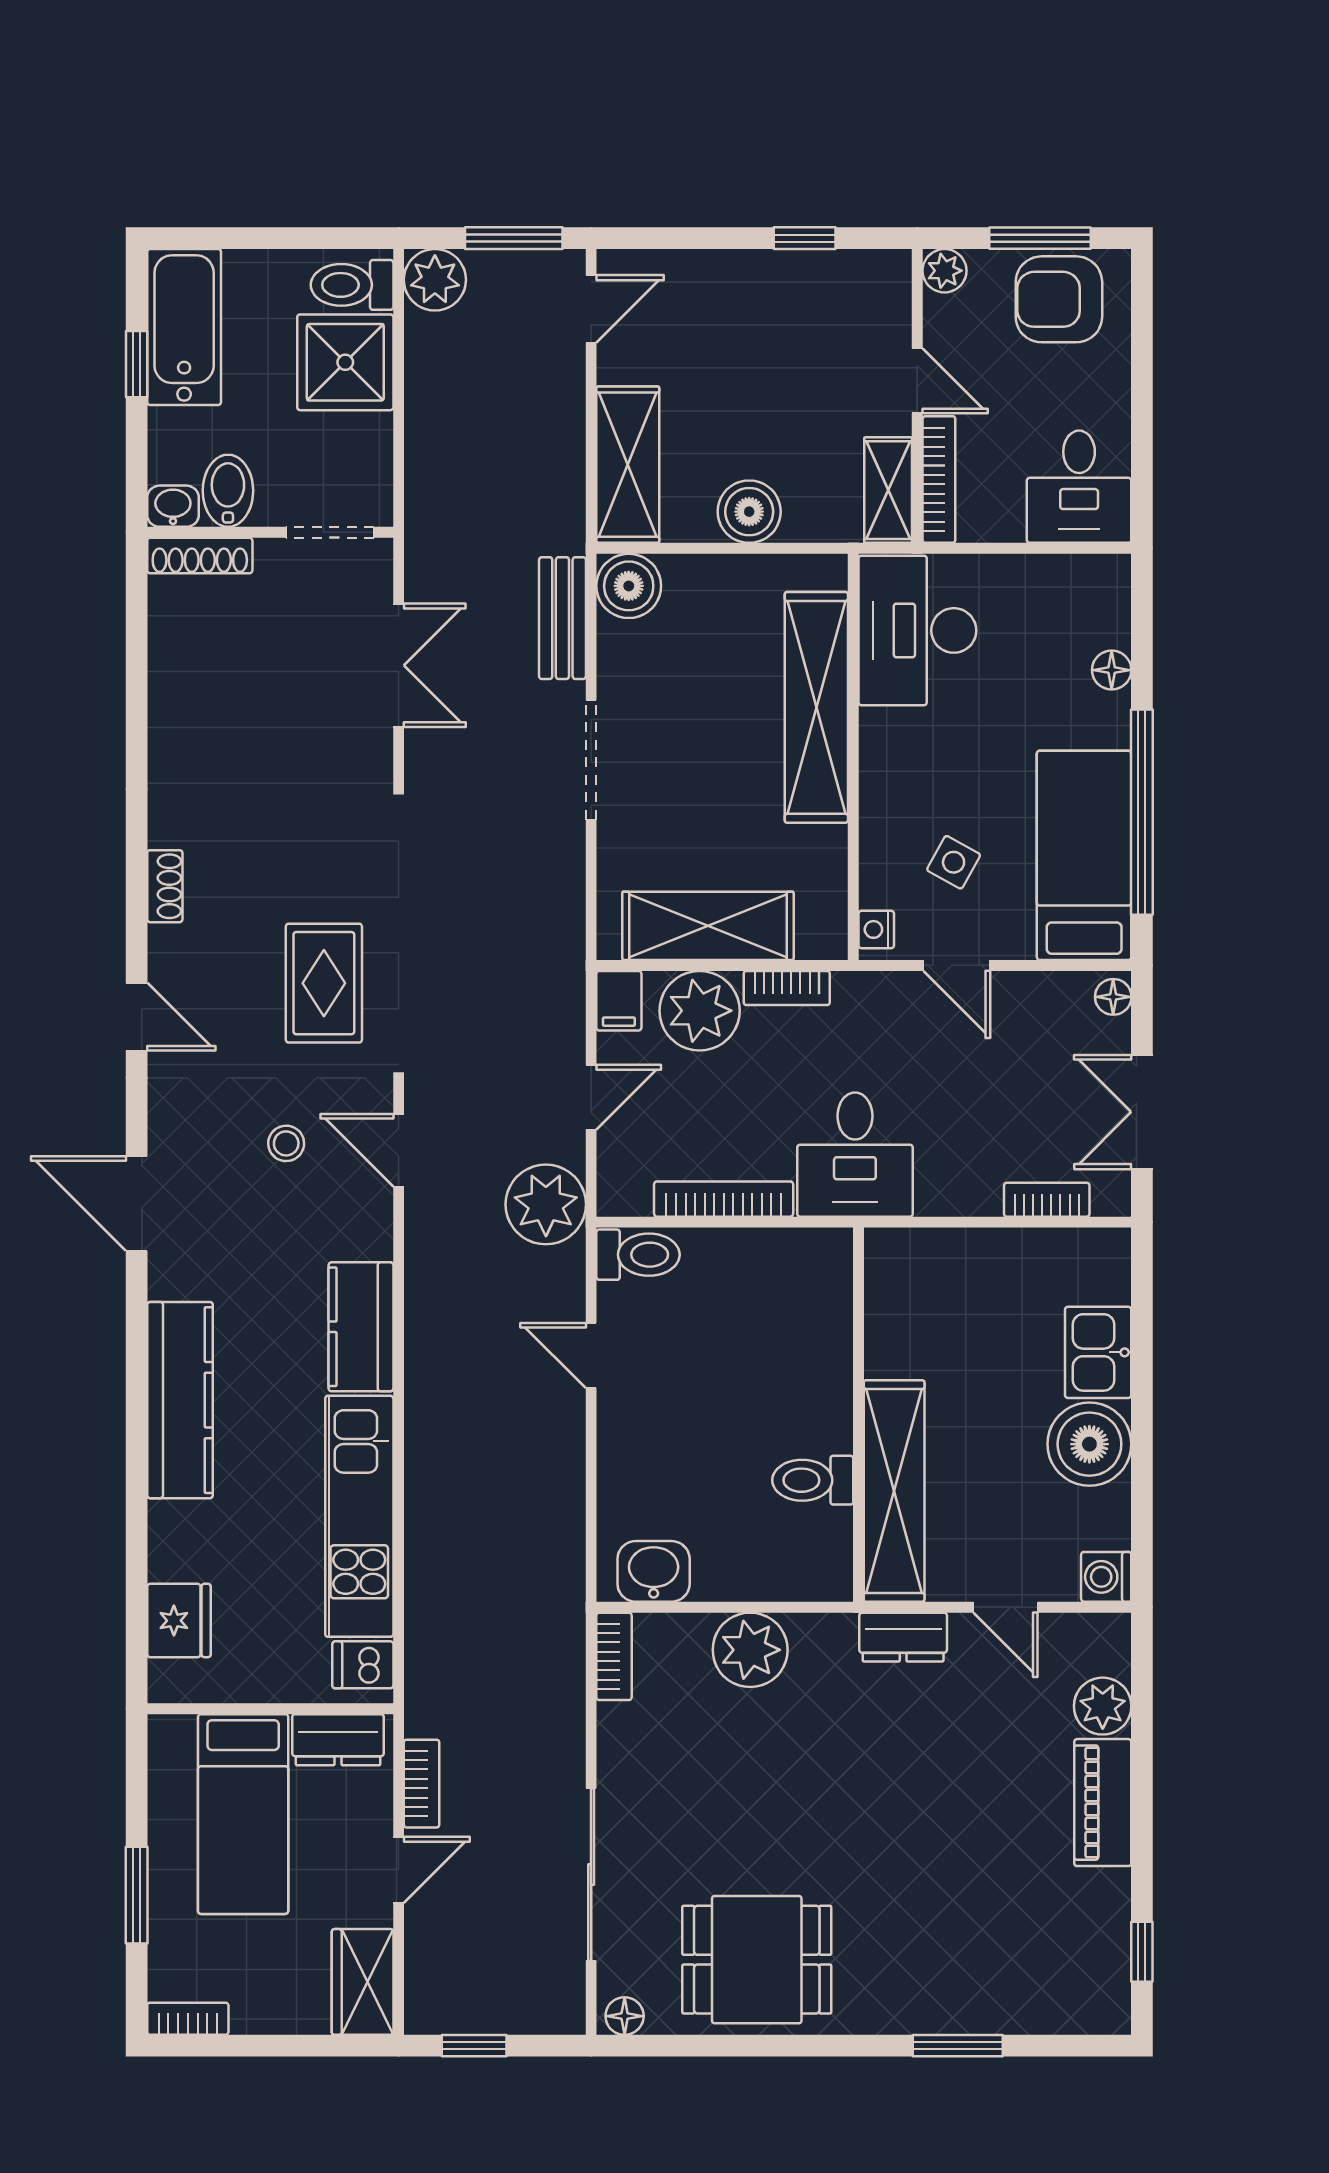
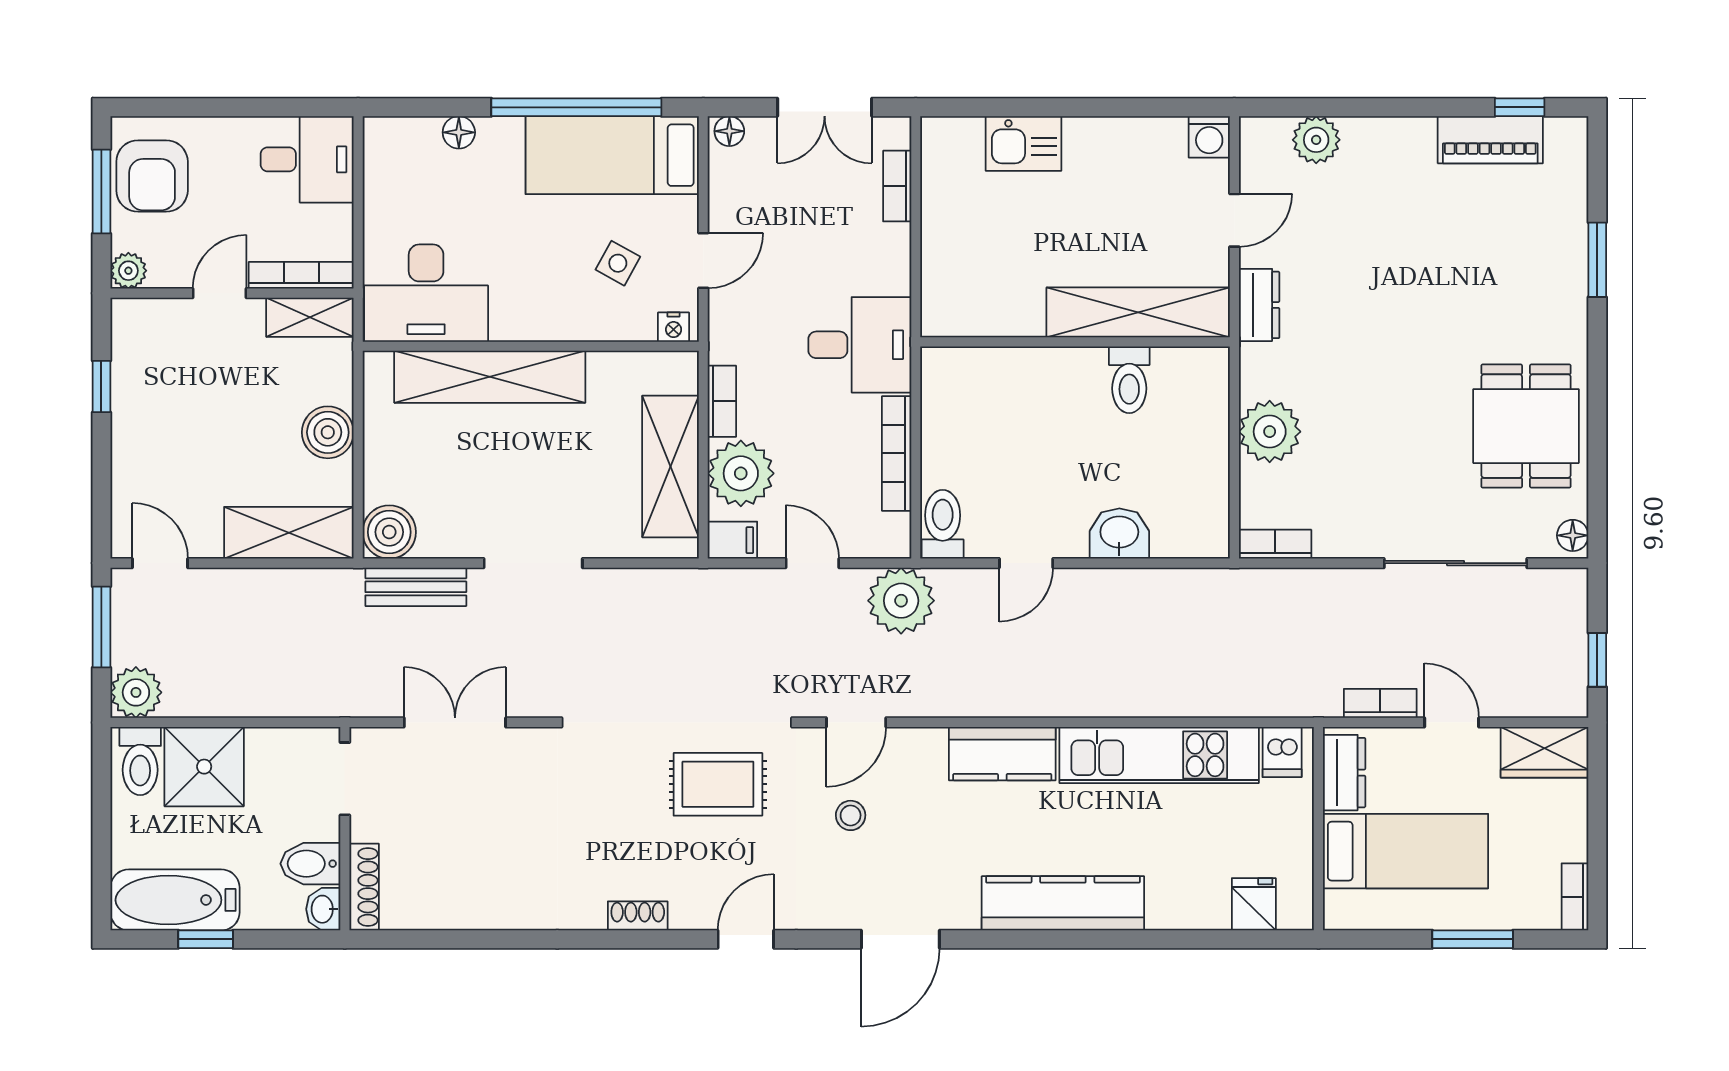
boiler: (1089, 1444) -> (1099, 151), removed
washbasin: (654, 1571) -> (1119, 533), moved, turned 90
fridge: (179, 1621) -> (1254, 904), width x0.72
piano: (1103, 1803) -> (1490, 140), moved

